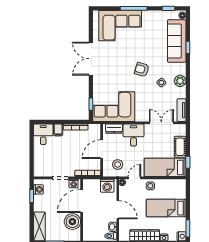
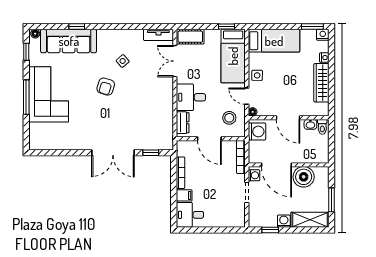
corner sofa: (120, 26) -> (49, 94), moved
double door: (91, 59) -> (113, 153), moved
plant: (180, 81) -> (120, 37), removed
corner sofa: (114, 107) -> (154, 123), removed
cot: (180, 147) -> (190, 37), moved
washing machine: (38, 189) -> (284, 221), moved
bed: (166, 208) -> (274, 41), moved, turned -90
door: (118, 210) -> (288, 118), swing flipped

